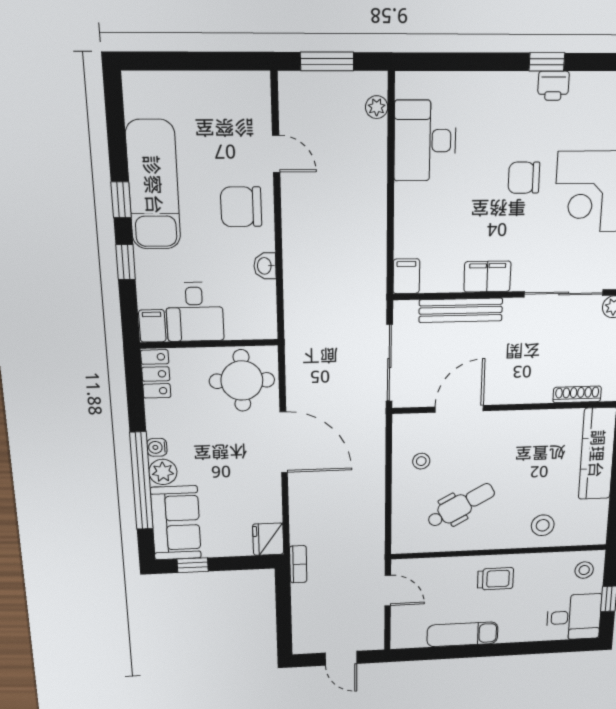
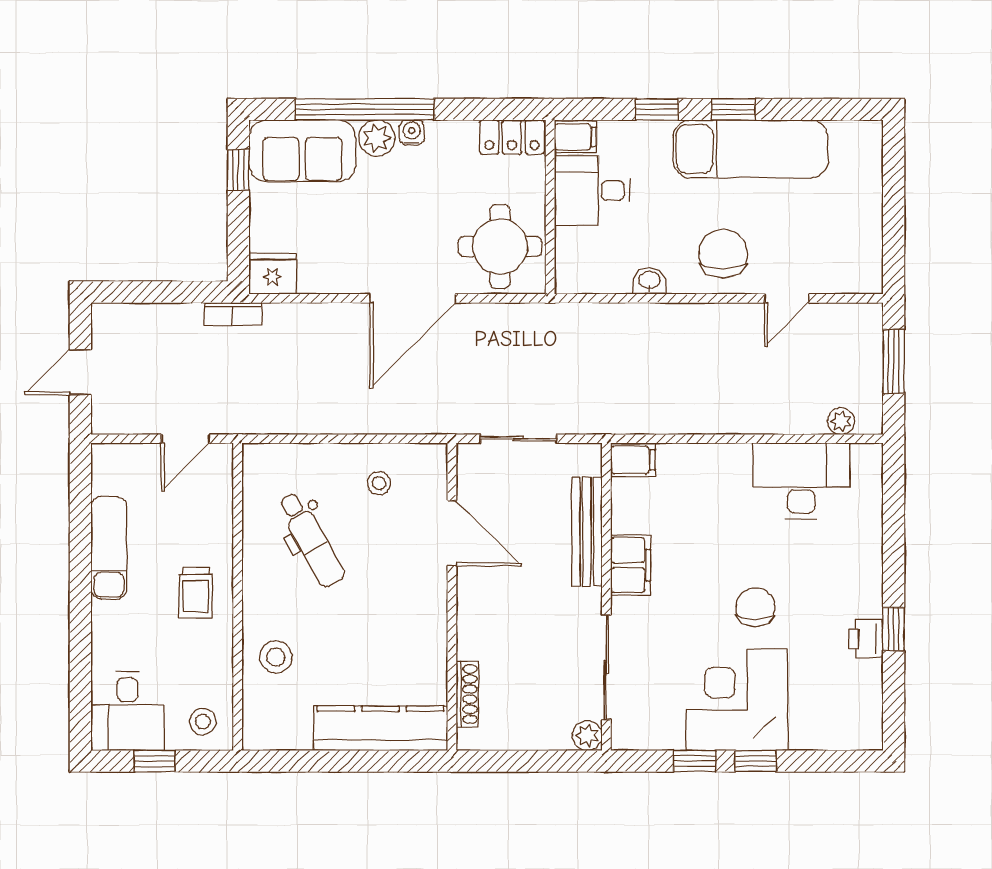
sliding door: (389, 363) -> (518, 439), width x0.73

